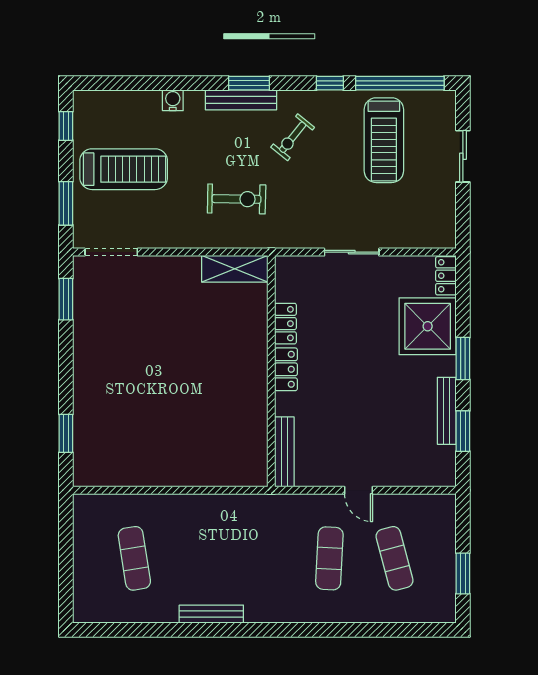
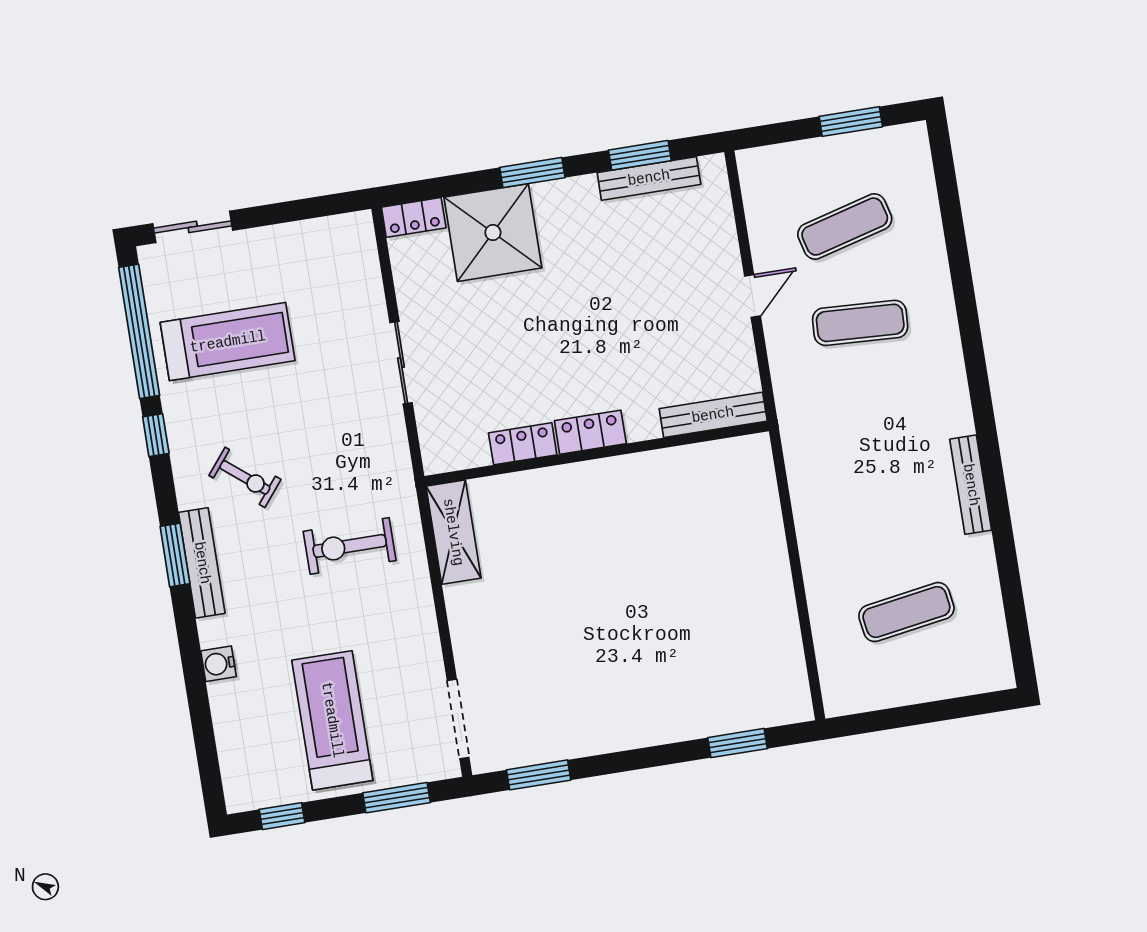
sliding door: (463, 156) -> (193, 227), moved
exercise bike: (237, 199) -> (350, 546), turned -91
bench: (447, 411) -> (649, 178), moved

